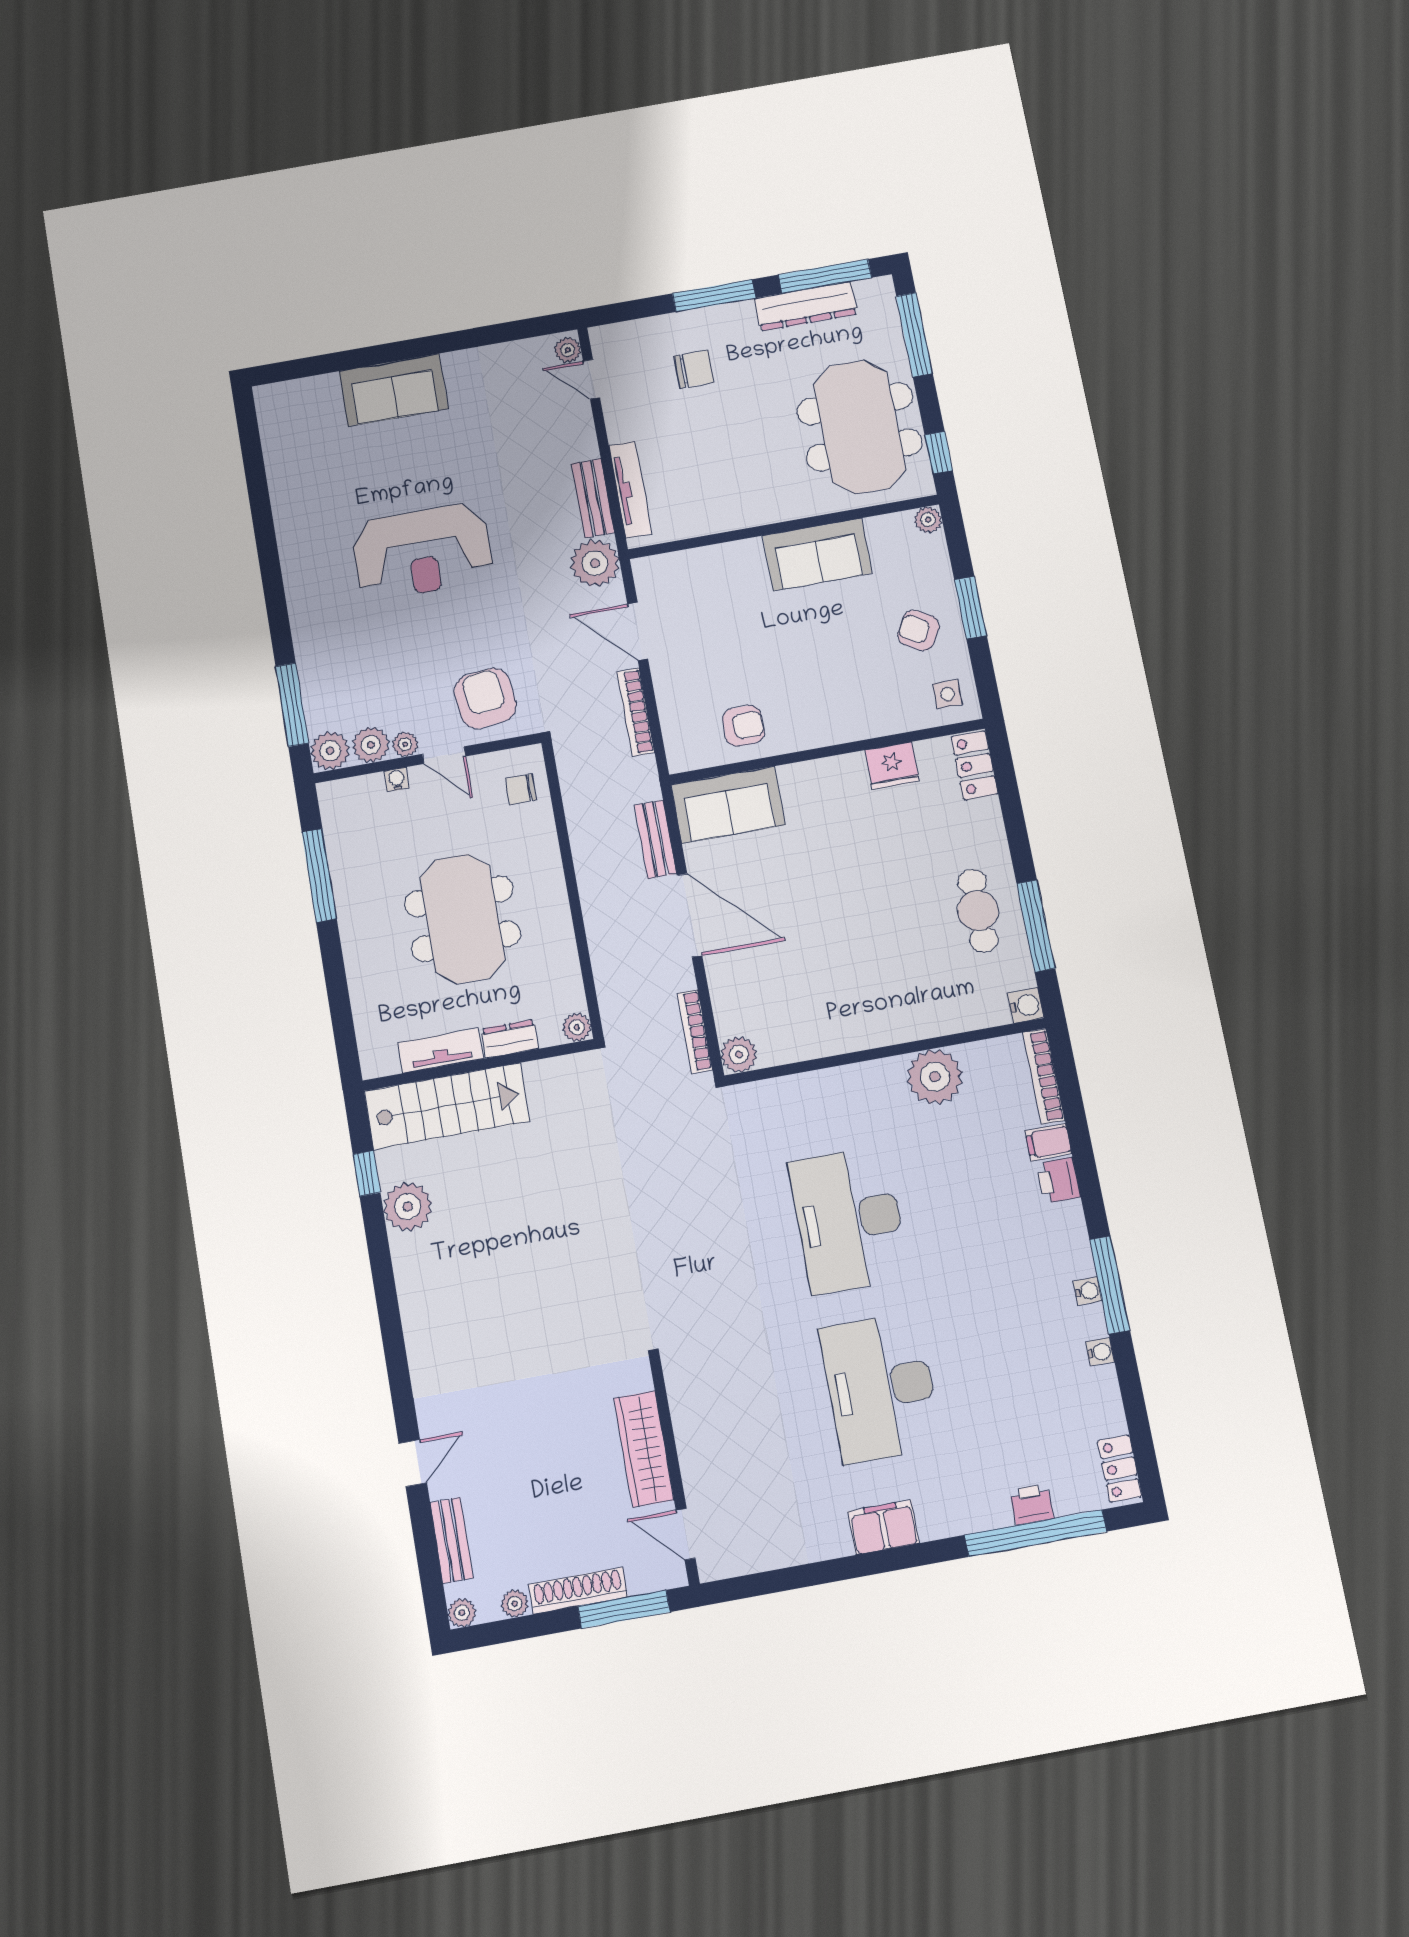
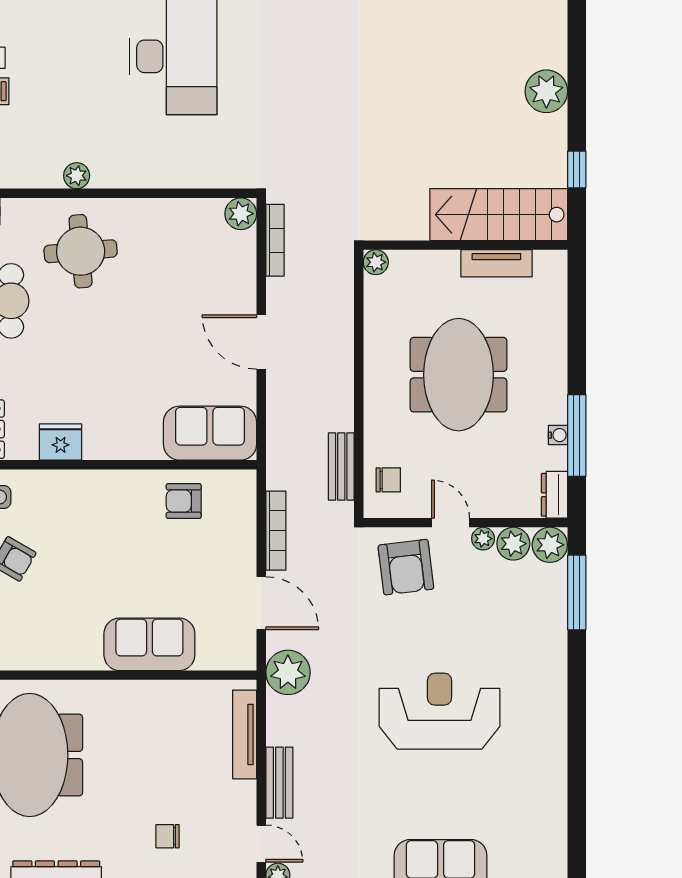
chair: (694, 369) -> (168, 836), width x0.73, depth x0.73
bench: (593, 498) -> (279, 783), moved
sofa: (817, 554) -> (149, 644), moved
water cooler: (396, 780) -> (558, 435), moved, turned -90
bench: (656, 839) -> (341, 467), moved
door: (690, 915) -> (261, 342), width x0.73
round table: (911, 980) -> (81, 251), added
dresser: (510, 1039) -> (555, 495), moved, turned 90
plant: (935, 1077) -> (77, 176), width x0.53, depth x0.53
plant: (408, 1207) -> (546, 91), moved

